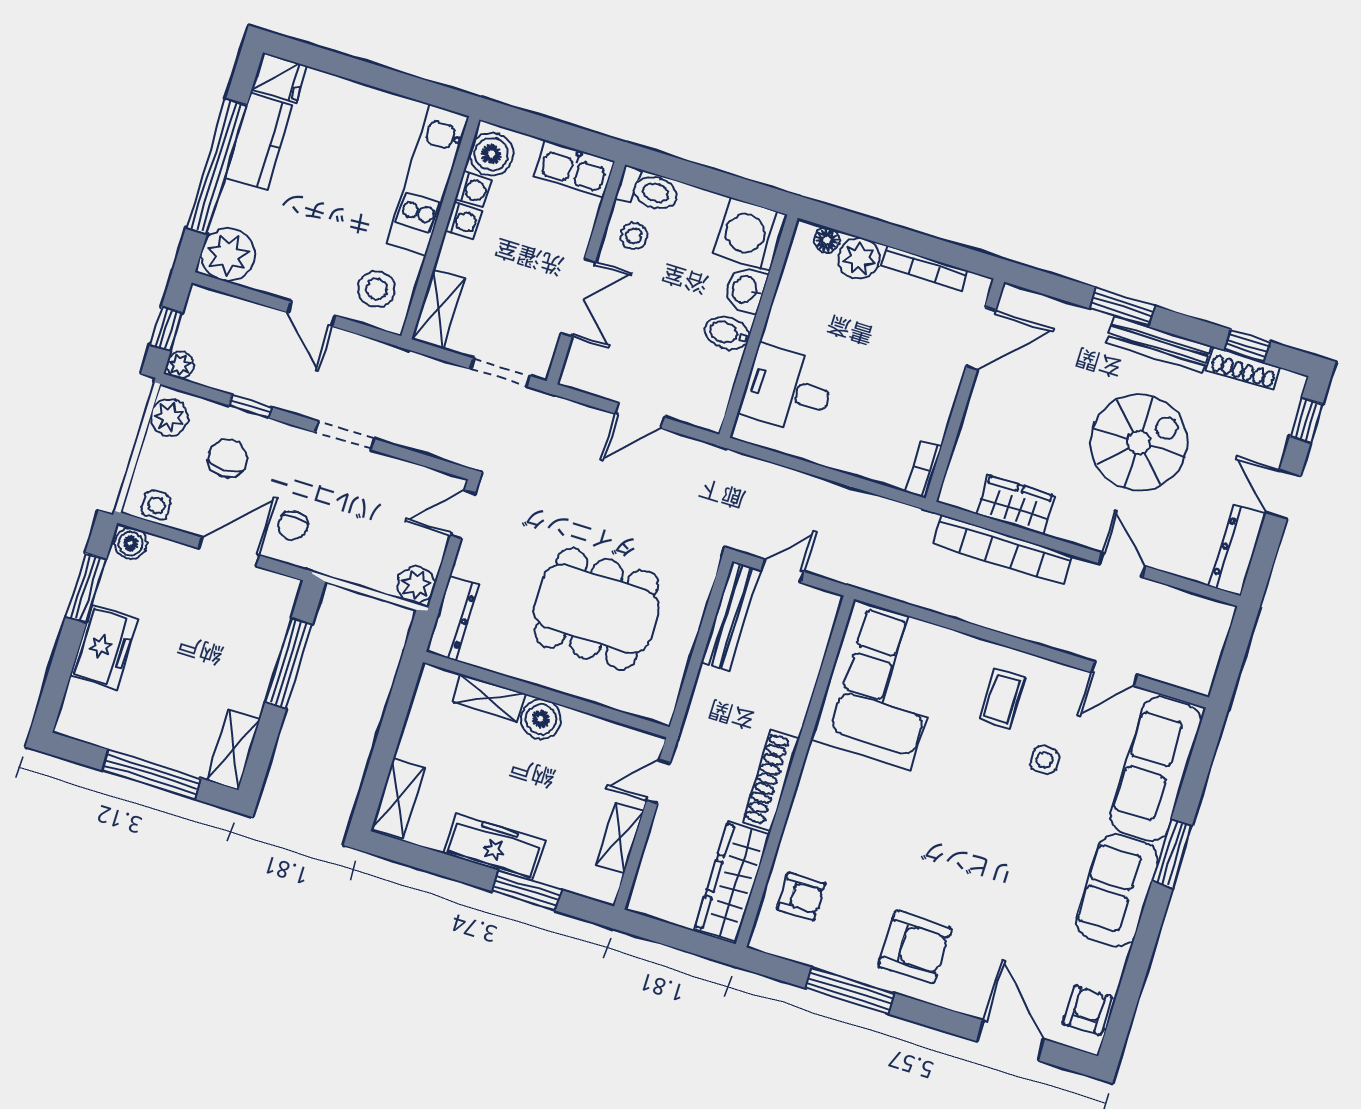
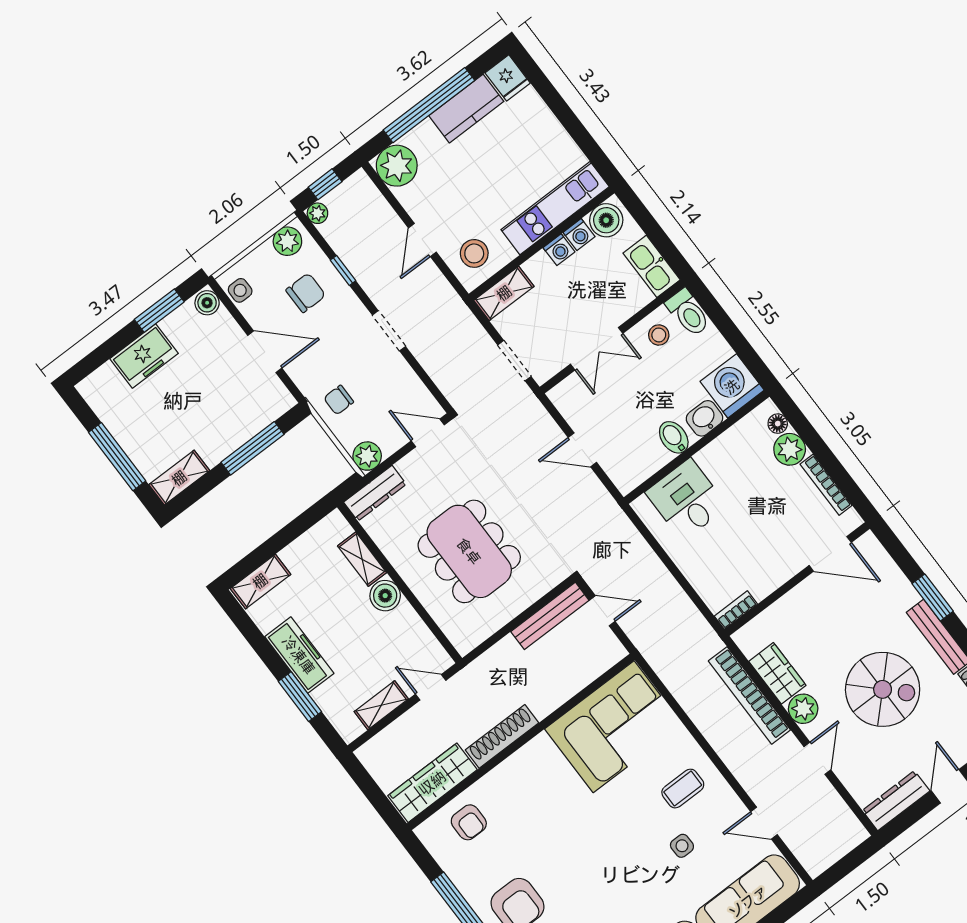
plant: (1069, 523) -> (803, 709), added
chair: (293, 526) -> (339, 400), moved

